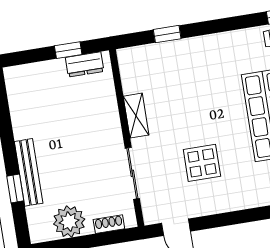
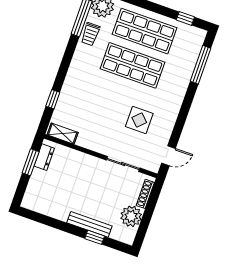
window: (68, 50) -> (31, 162), width x1.50
shelving: (136, 116) -> (63, 134), moved
shoe rack: (109, 224) -> (145, 194), width x1.43

